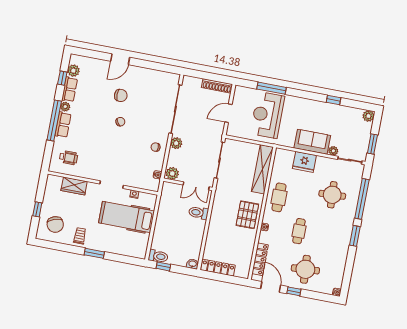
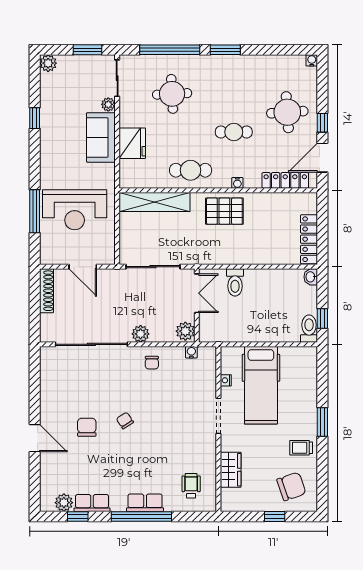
plant: (65, 107) -> (118, 504), removed

